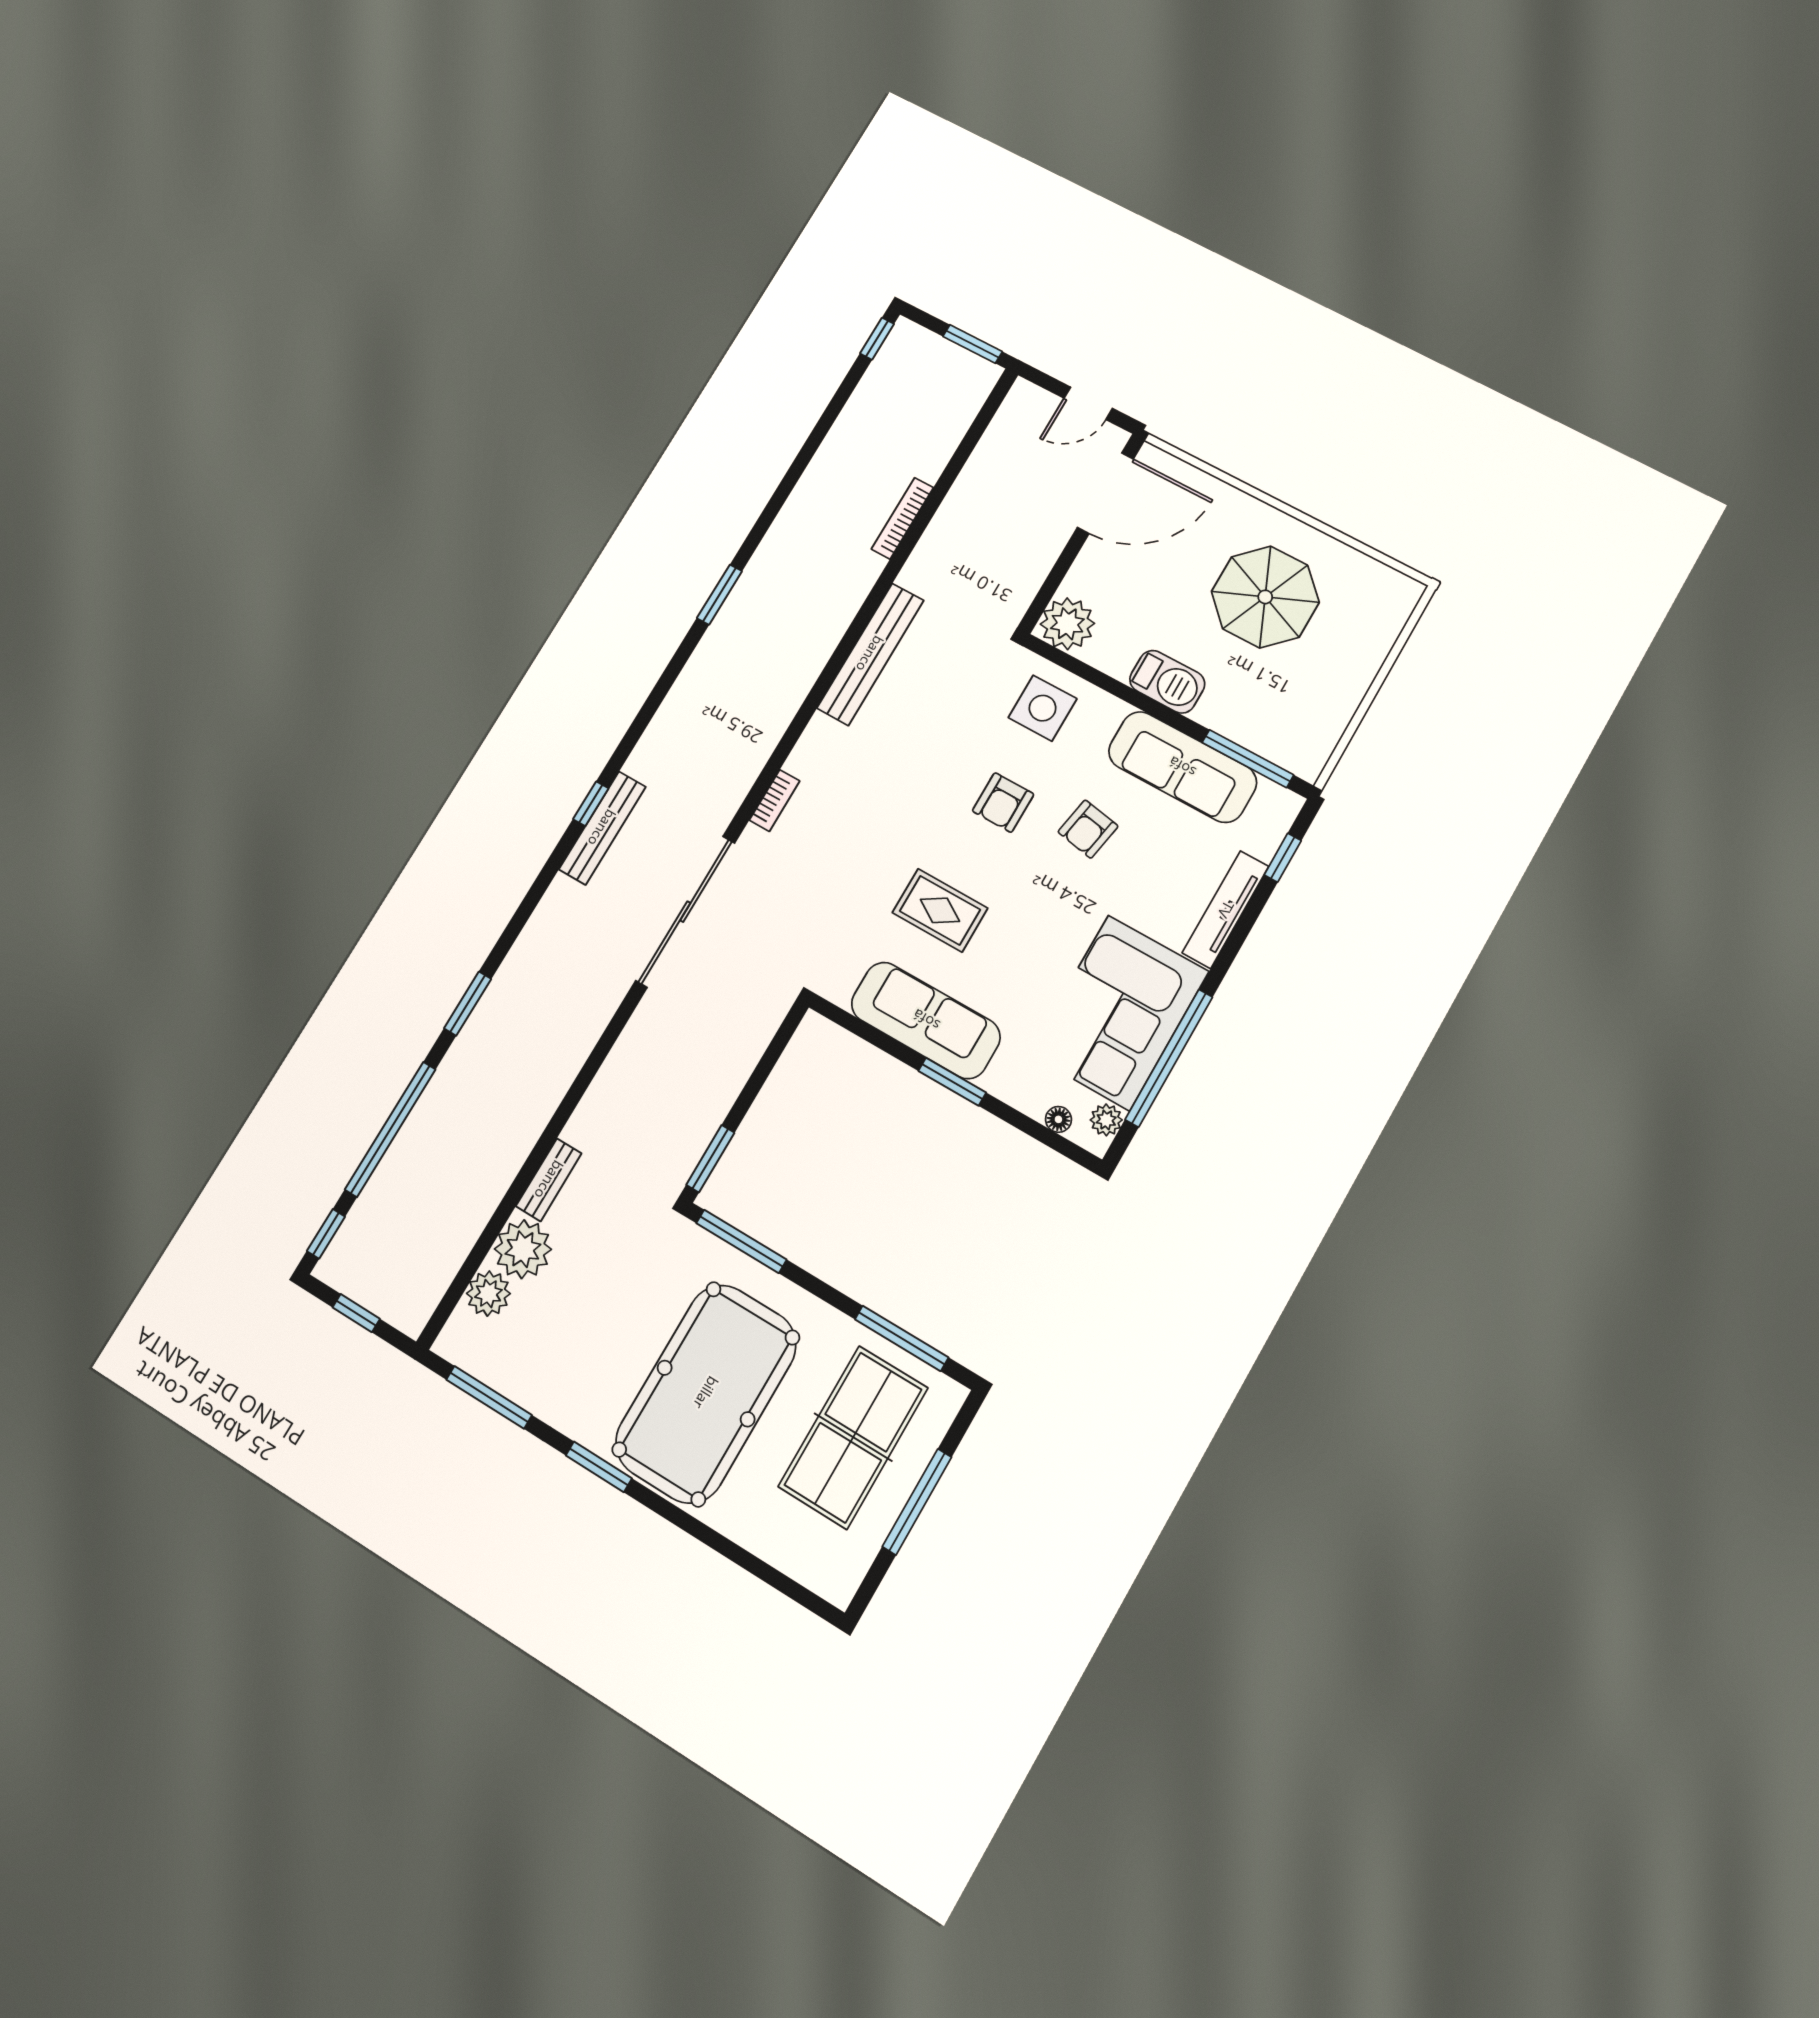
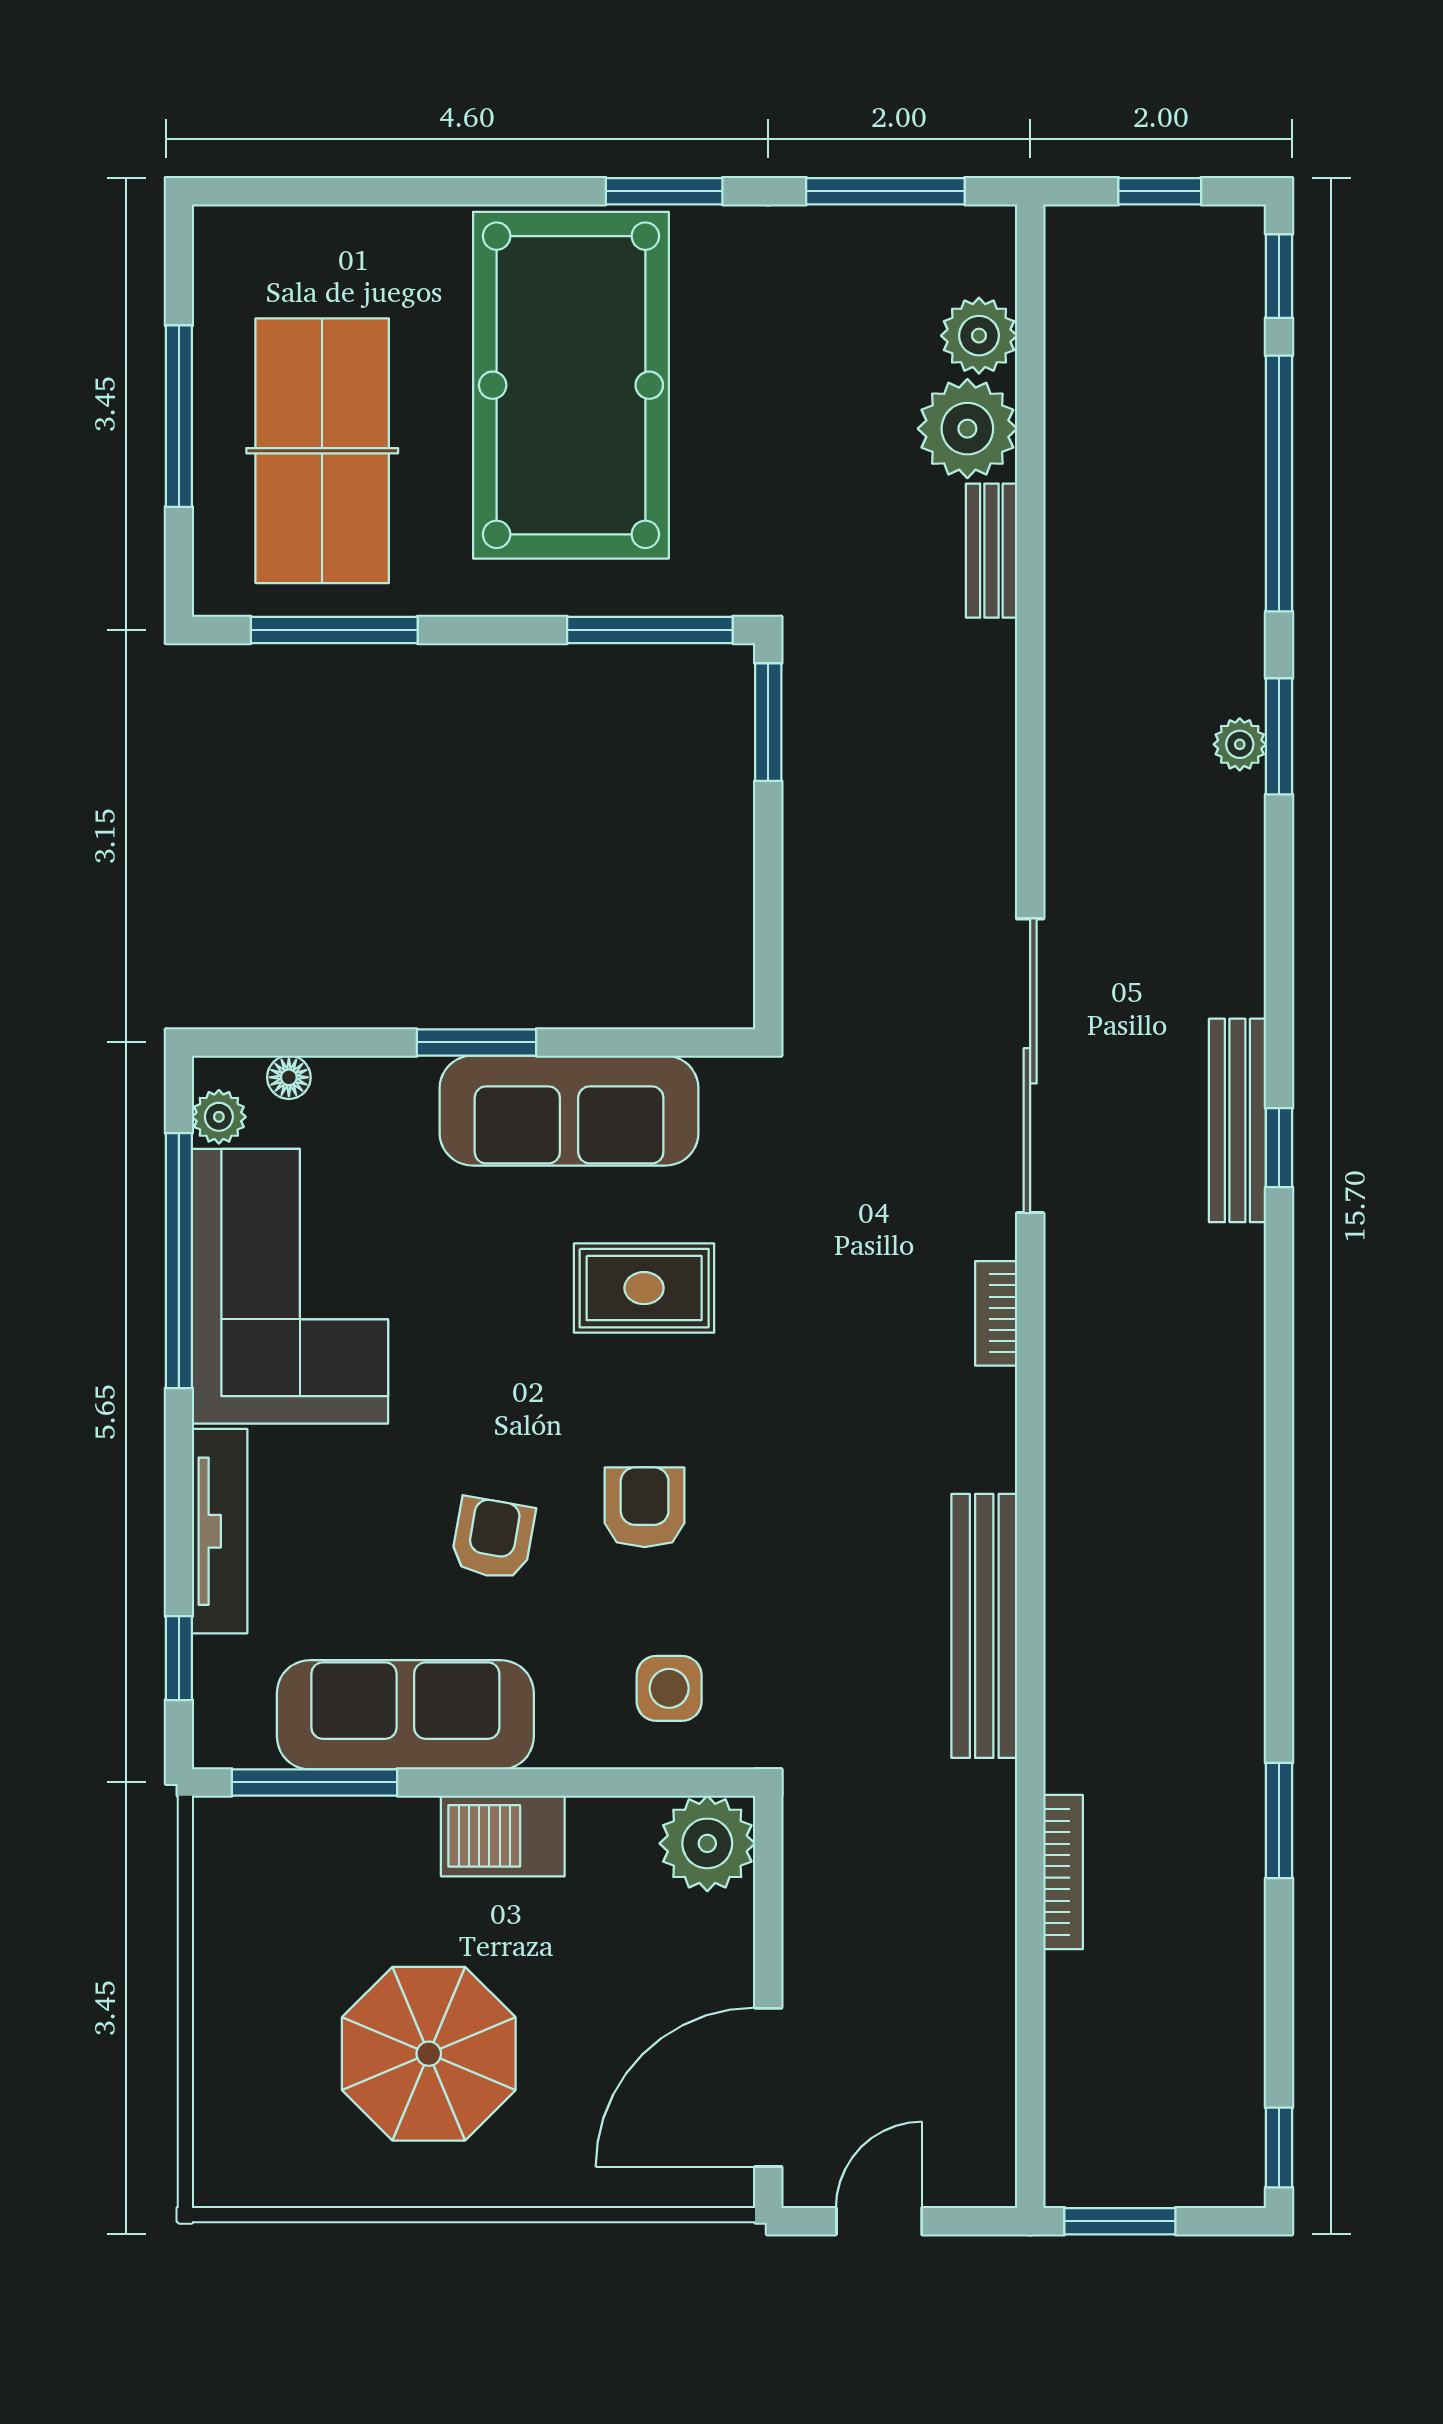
window: (719, 595) -> (1279, 1820), moved
side table: (1043, 708) -> (669, 1688), width x0.73, depth x0.73
plant: (489, 1011) -> (1240, 744), added

